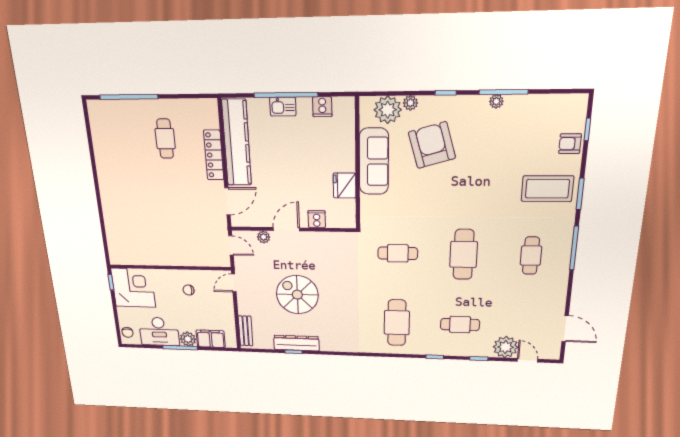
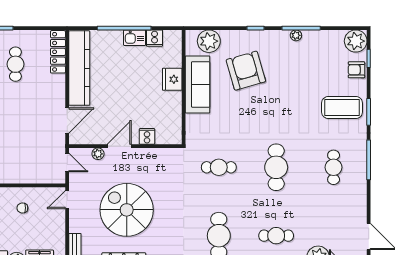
plant: (410, 103) -> (356, 41), moved, width x1.87, depth x1.87
kitchen sink: (283, 107) -> (135, 38), moved
locker: (214, 155) -> (58, 52), moved
fridge: (345, 185) -> (172, 79), moved
spiral stairs: (297, 295) -> (127, 210), width x1.37, depth x1.37

